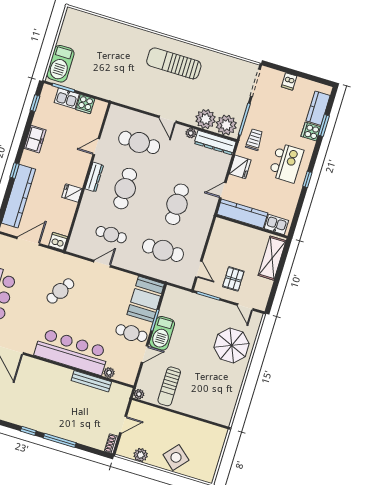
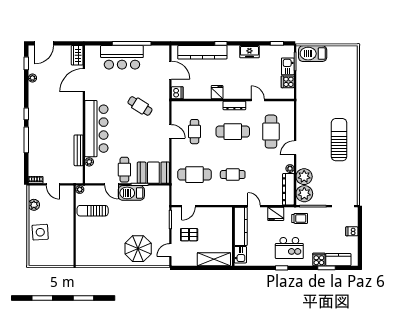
cafe table: (177, 204) -> (233, 175), width x0.73, depth x0.74
cafe table: (163, 250) -> (195, 175), turned 90
side table: (176, 457) -> (40, 232), turned 45

